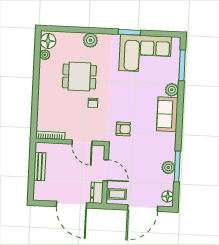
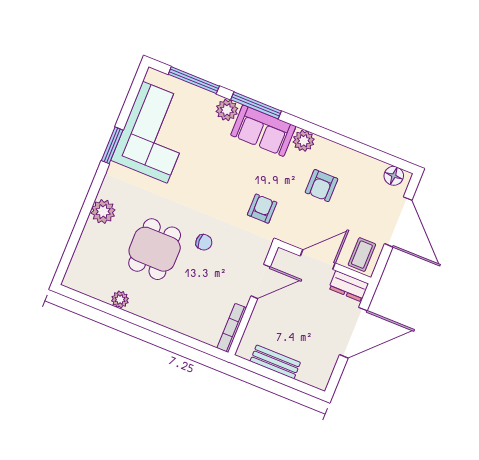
floor lamp: (48, 41) -> (81, 279), removed
plant: (45, 55) -> (120, 300), moved
armchair: (148, 158) -> (322, 186), added
plant: (168, 167) -> (304, 141), moved
window: (177, 167) -> (256, 105), moved

